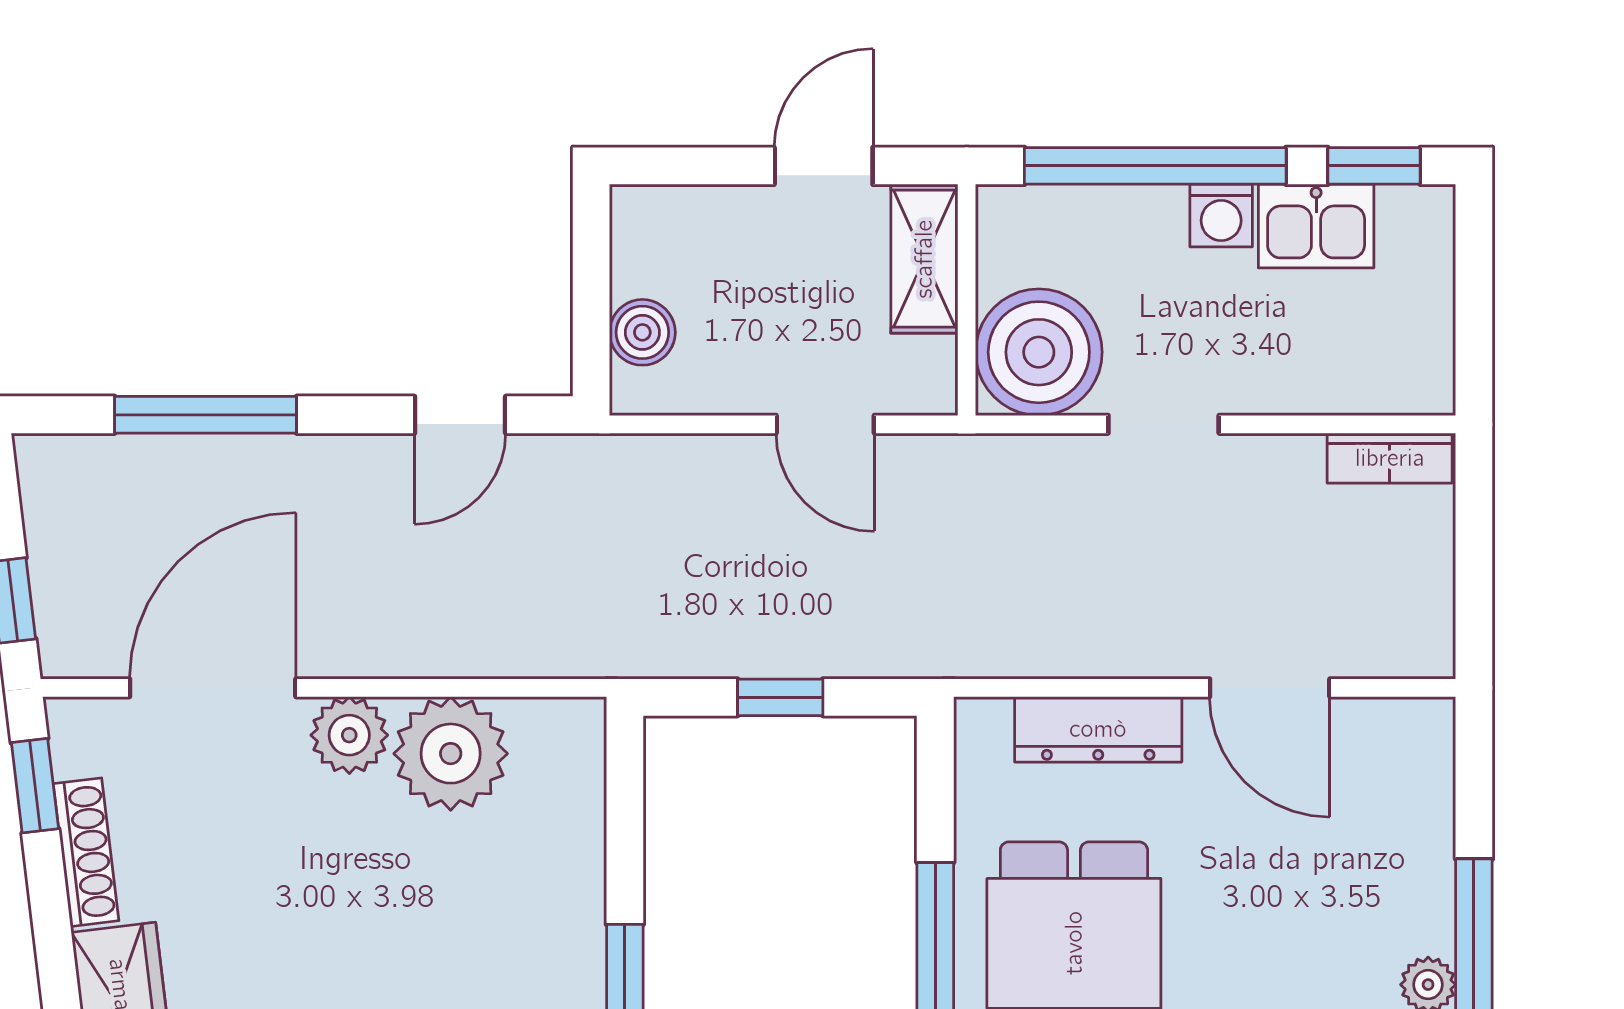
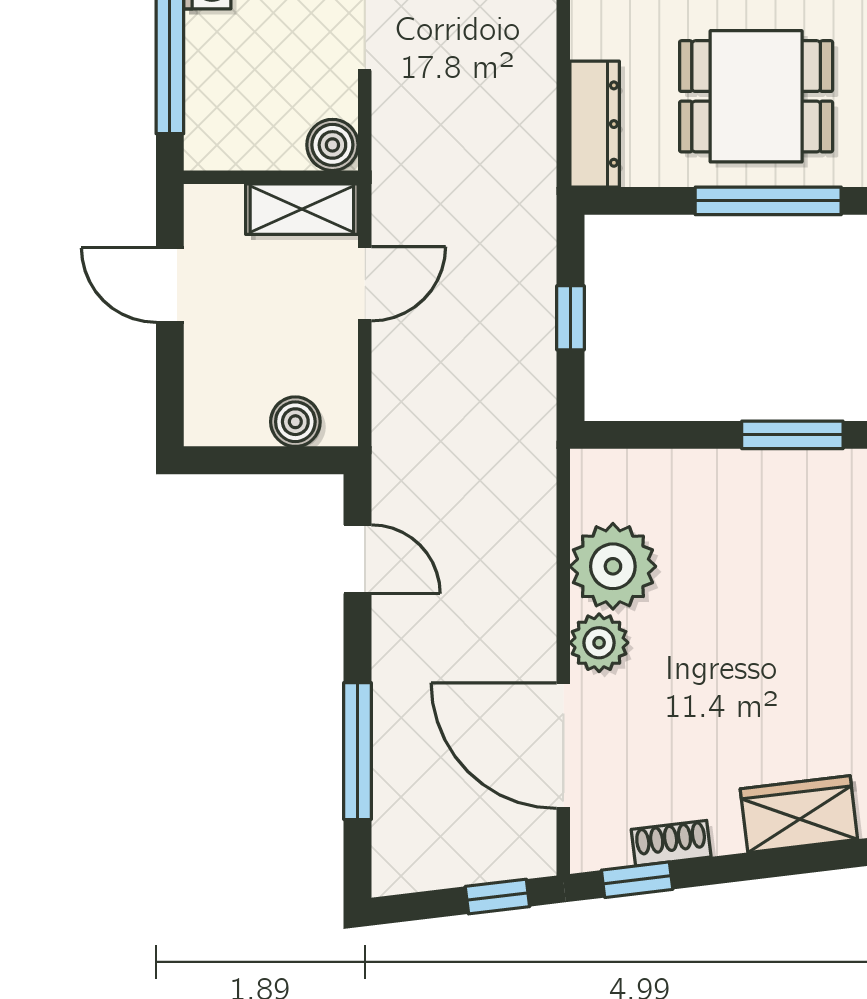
shelving: (924, 259) -> (302, 209), moved
boiler: (1039, 352) -> (332, 145), width x0.54, depth x0.54
dresser: (1098, 729) -> (595, 124), moved
shoe rack: (86, 852) -> (671, 843), width x0.70

